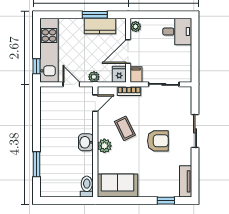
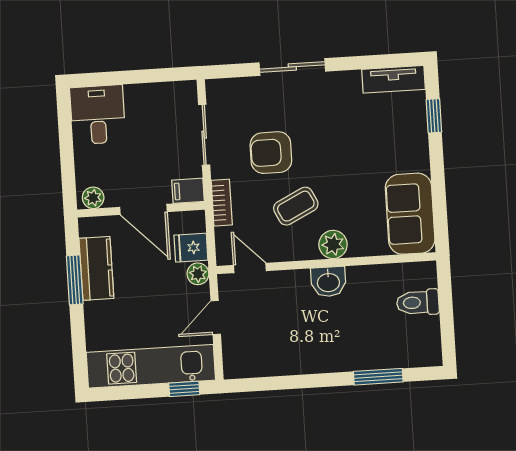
fridge: (119, 74) -> (191, 248), moved
armchair: (158, 141) -> (271, 153), moved, turned -90
toilet: (87, 187) -> (418, 302), moved

